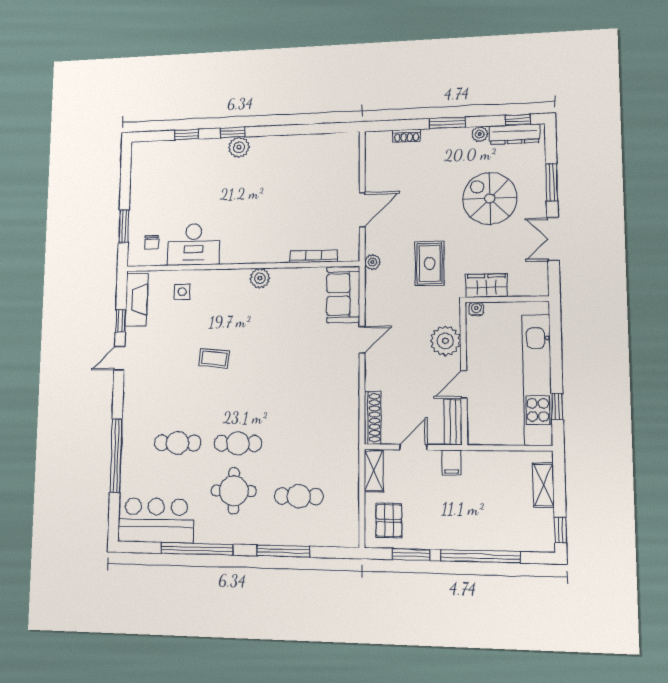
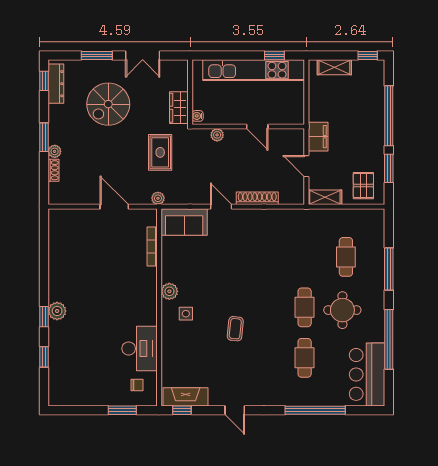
plant: (480, 134) -> (55, 151), moved
rug: (430, 263) -> (160, 152), turned 90
side table: (182, 292) -> (186, 314), moved
window: (121, 321) -> (182, 410), moved
plant: (445, 341) -> (217, 135), width x0.53, depth x0.53
shoe rack: (373, 418) -> (257, 198), moved
bench: (453, 422) -> (287, 135), removed
filing cabinet: (452, 463) -> (318, 137), width x2.00
pallet: (389, 521) -> (363, 186), turned 90

